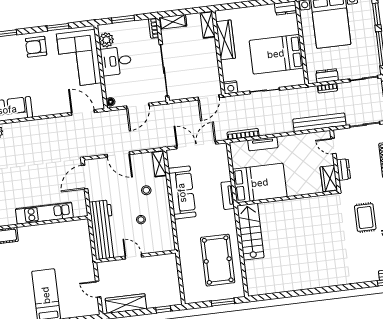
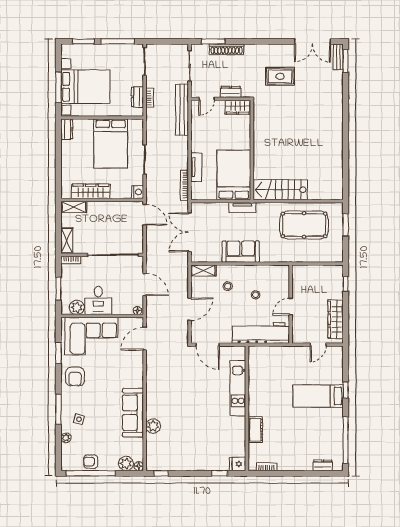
sofa: (182, 193) -> (241, 252), width x0.73

